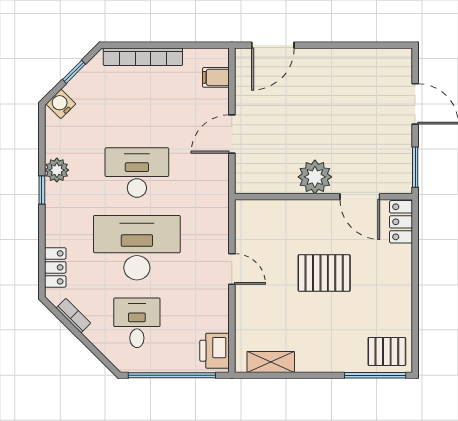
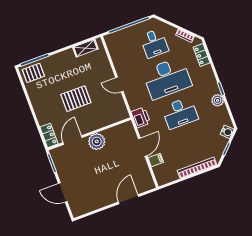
door: (273, 45) -> (129, 199), moved
filing cabinet: (216, 77) -> (156, 160), moved
door: (360, 197) -> (73, 140), hinge flipped
printer: (215, 351) -> (141, 117), moved

